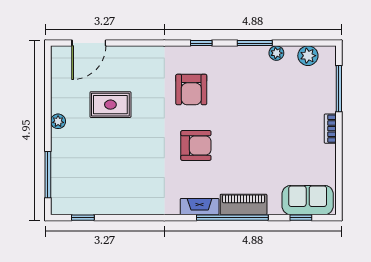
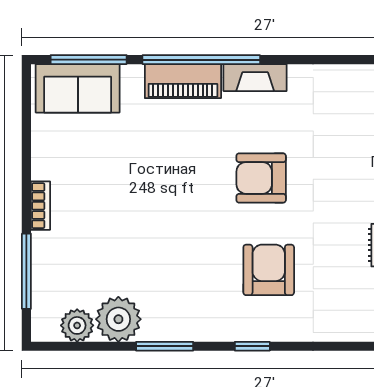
plant: (276, 53) -> (118, 319), width x1.87, depth x1.87
window: (301, 218) -> (89, 60), width x2.17

